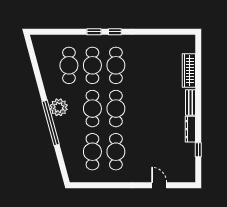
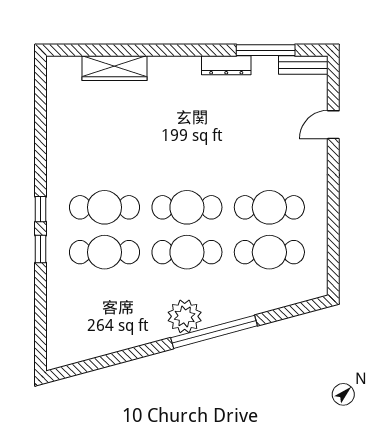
cafe table: (69, 65) -> (105, 297), removed
bench: (191, 102) -> (303, 65), moved
window: (198, 150) -> (266, 50), width x2.17

